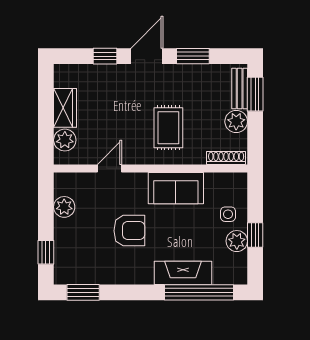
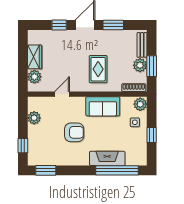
window: (255, 94) -> (152, 66), moved
plant: (237, 241) -> (140, 104), moved

